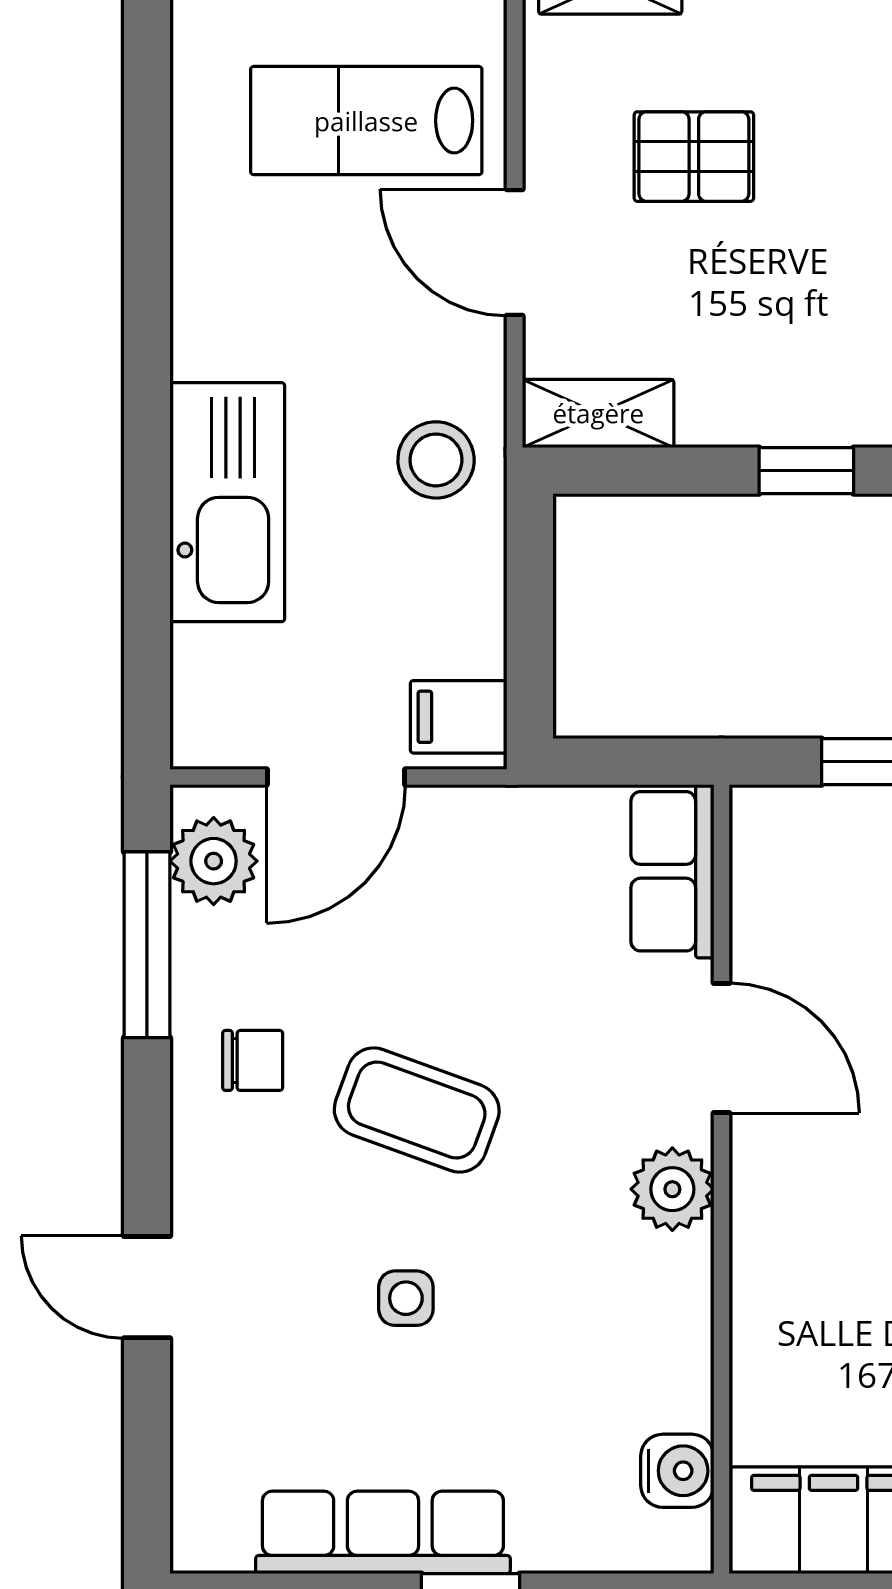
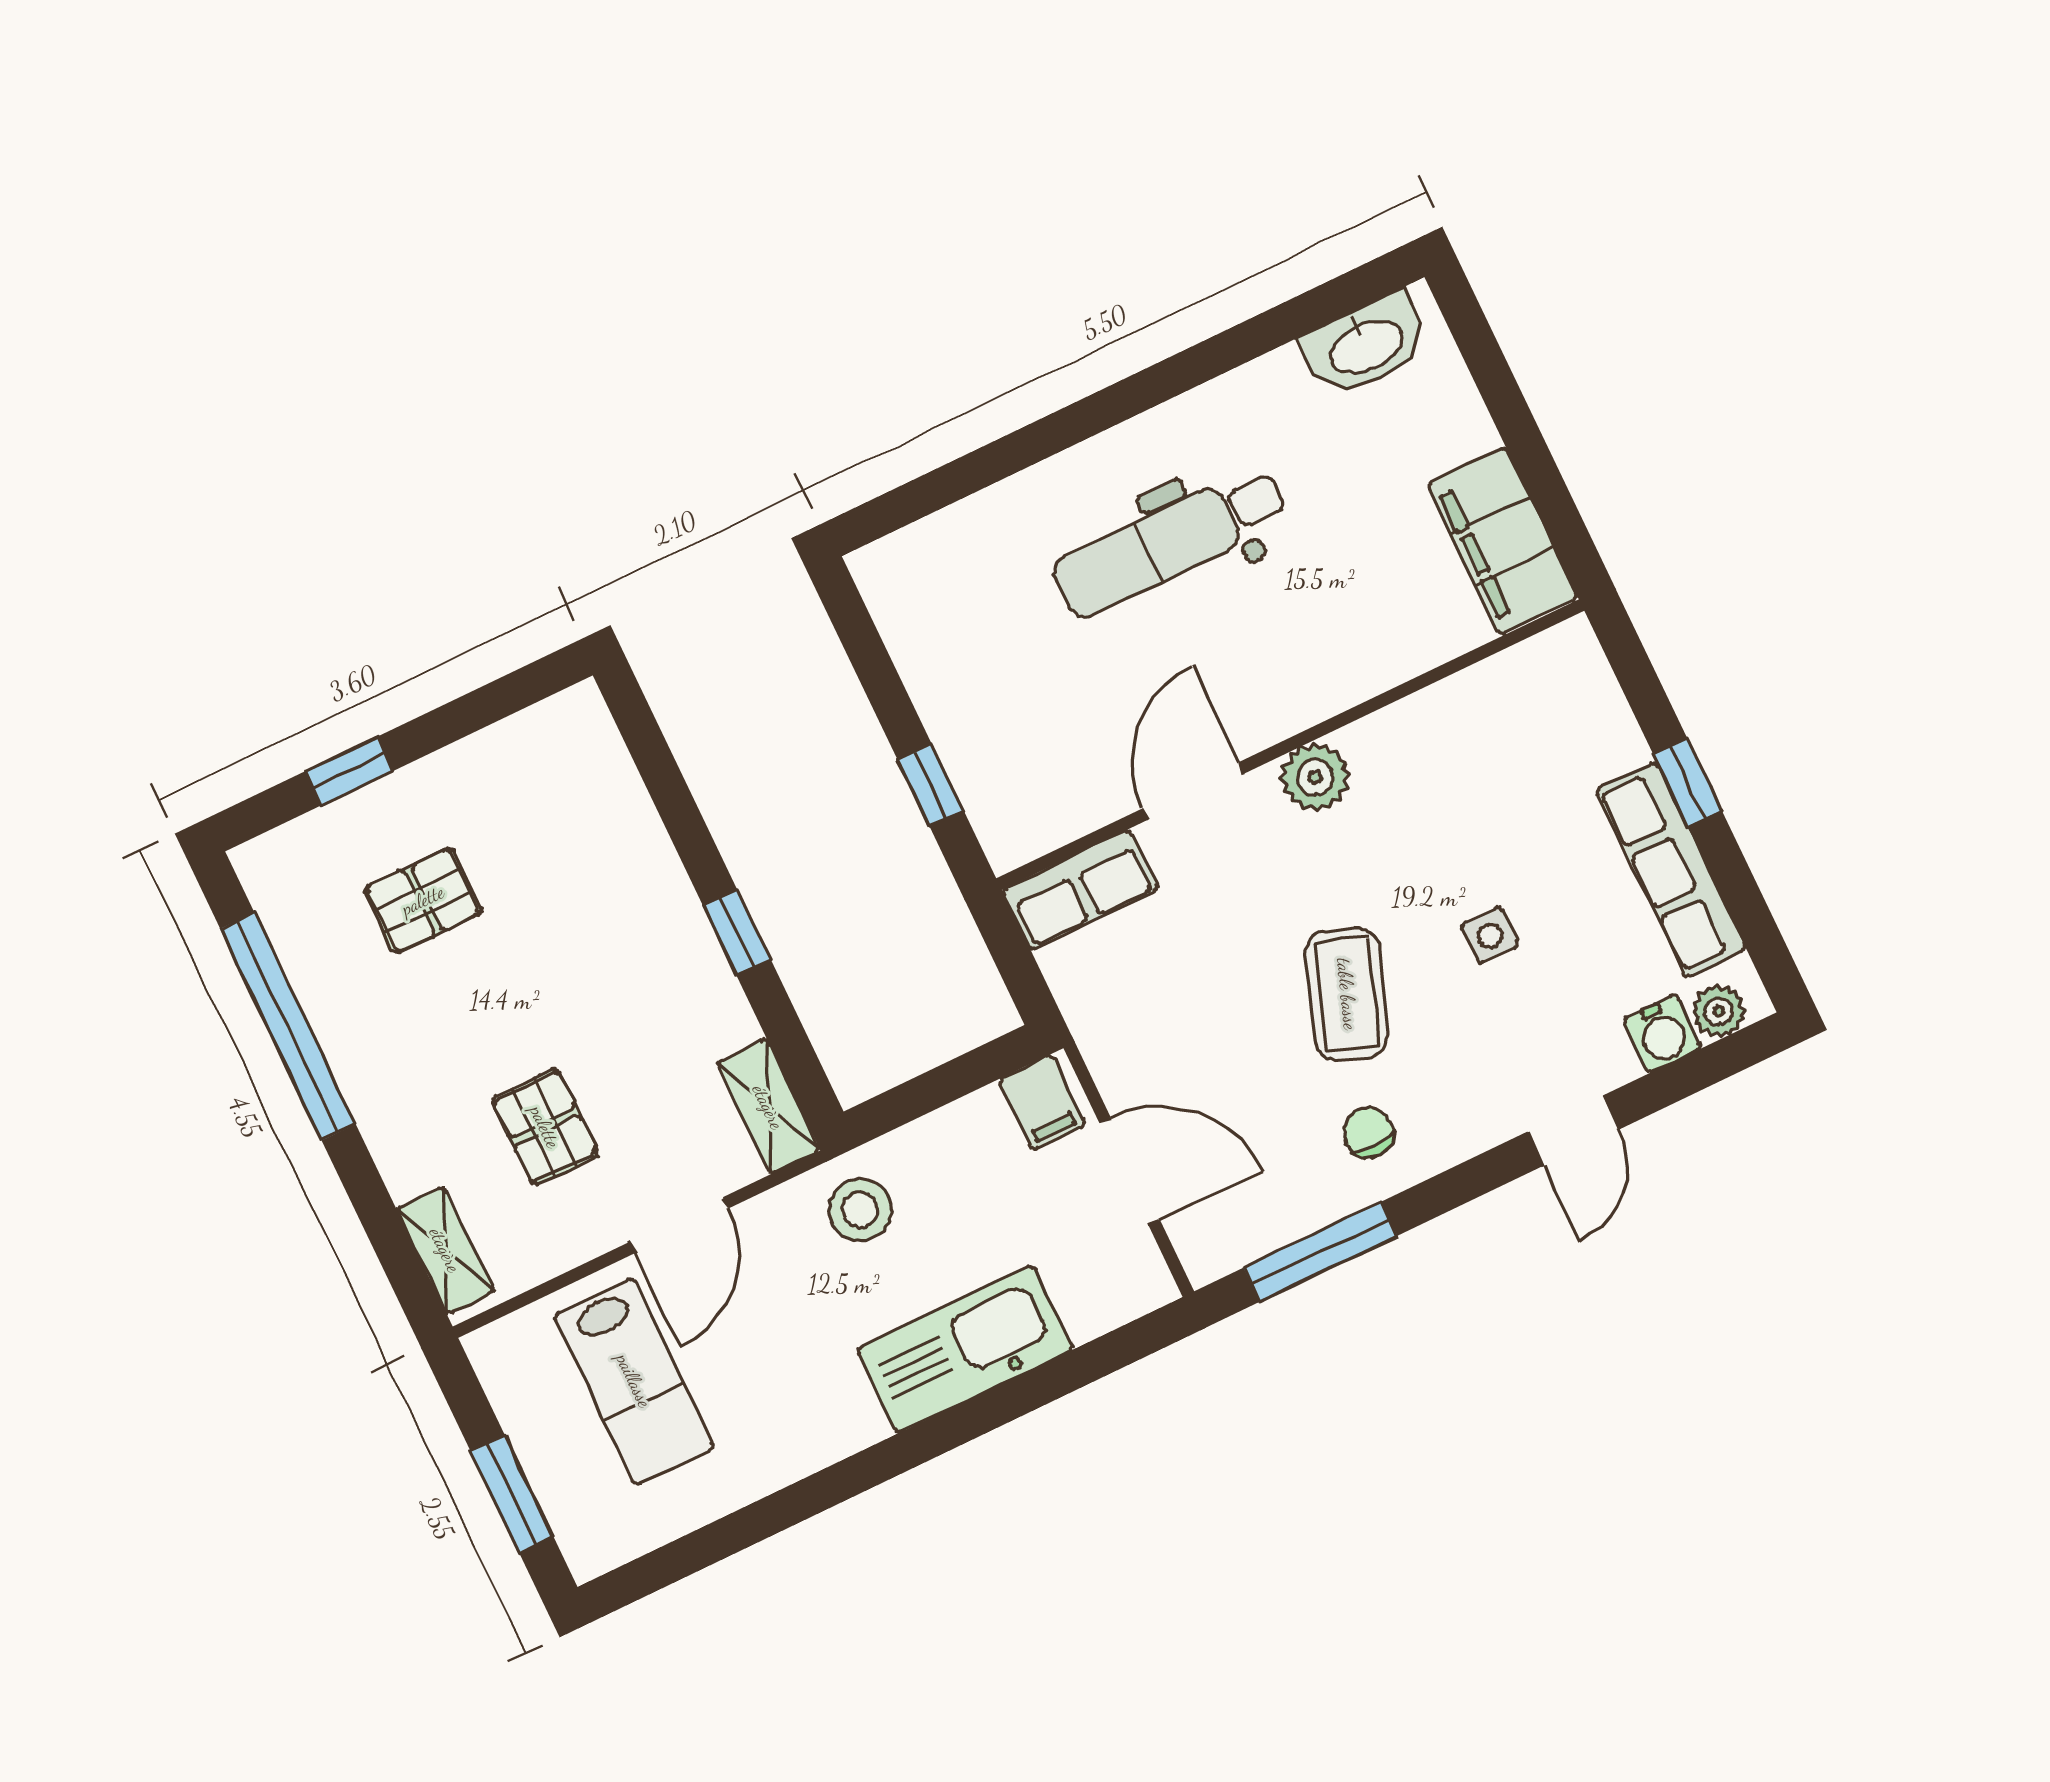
plant: (214, 861) -> (1719, 1011), moved, width x0.73, depth x0.73
water cooler: (677, 1471) -> (1662, 1034), moved, turned 180

